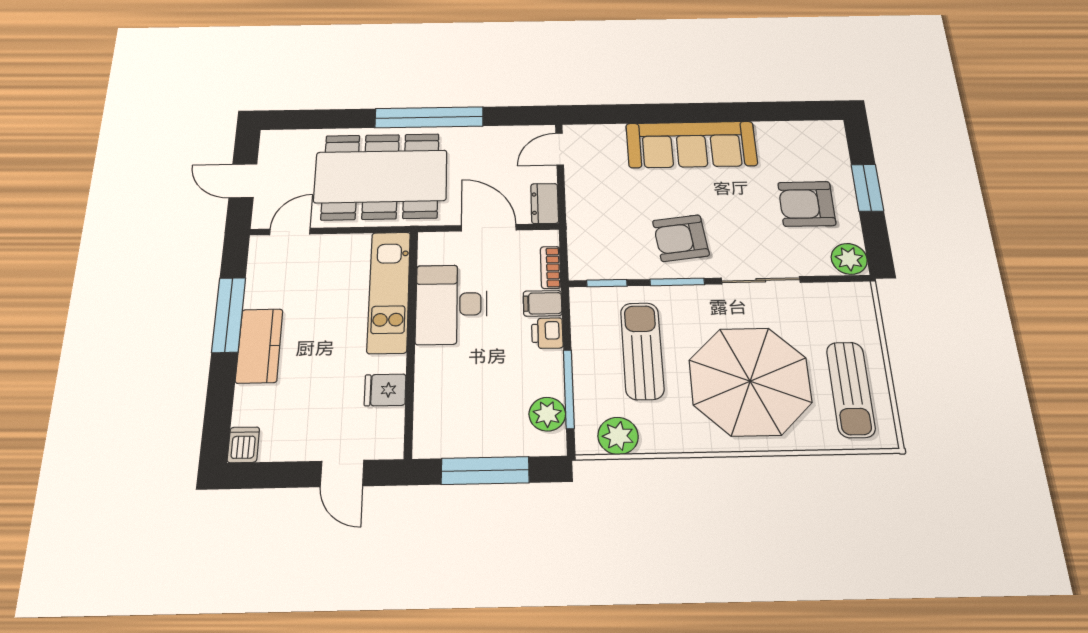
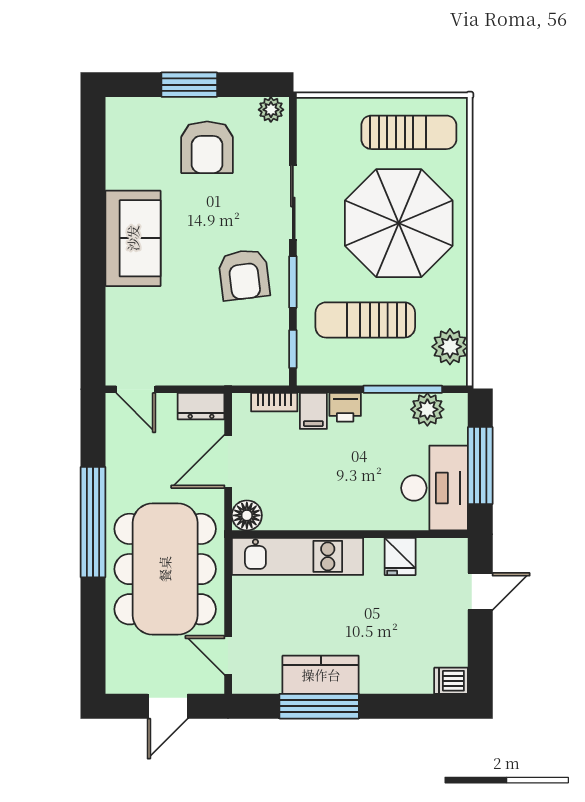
sofa: (691, 144) -> (133, 238), width x0.73
floor lamp: (433, 245) -> (247, 515), added
plant: (849, 259) -> (271, 110), width x0.73, depth x0.73
desk: (451, 304) -> (435, 488), moved, turned -90
kitchen counter: (259, 346) -> (321, 675), moved

